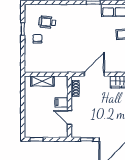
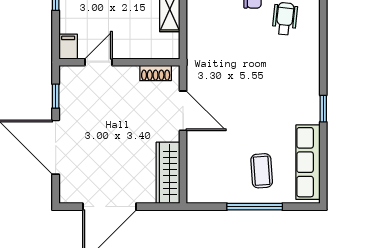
filing cabinet: (61, 102) -> (68, 47), moved

